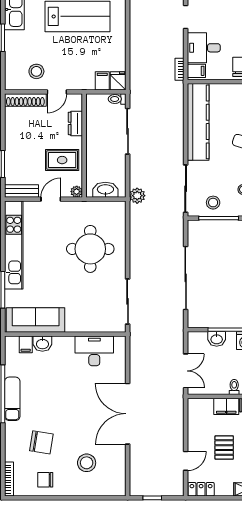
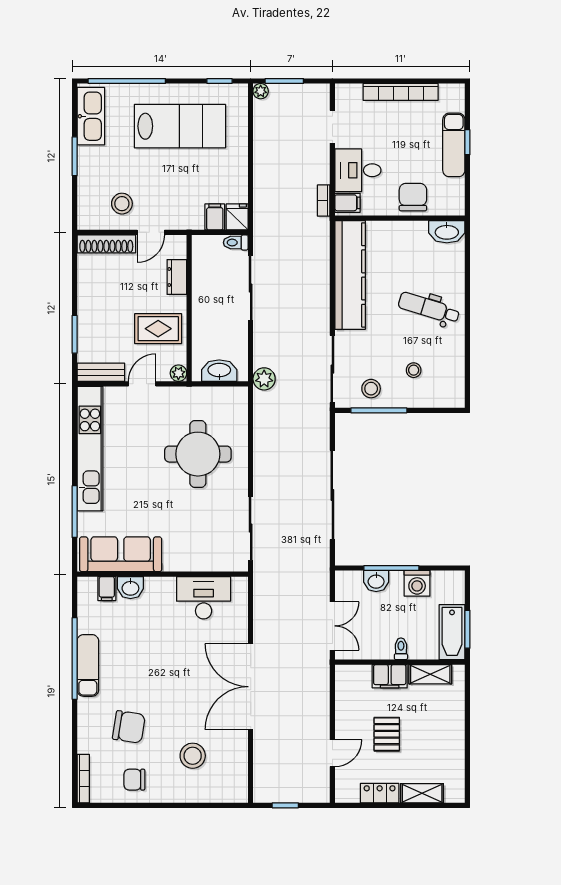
locker: (201, 489) -> (380, 793), moved

